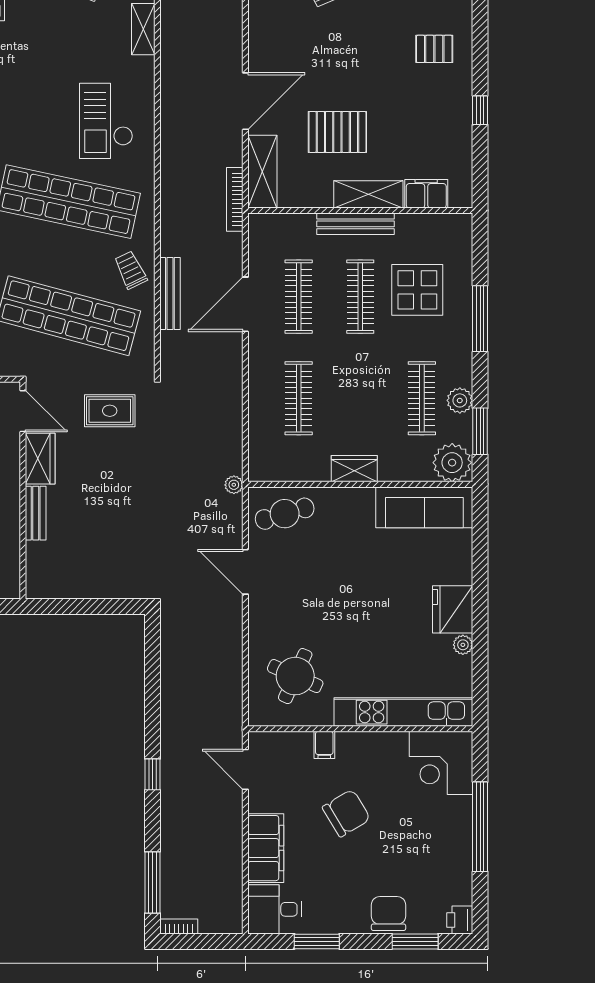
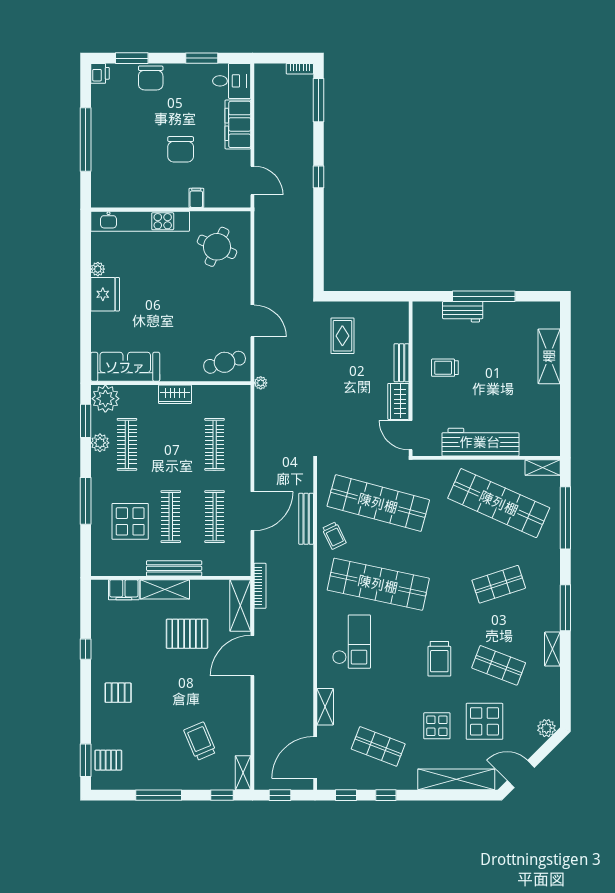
rug: (110, 411) -> (342, 336), moved, turned 90
corner desk: (441, 763) -> (113, 185), removed
chair: (346, 813) -> (181, 149), turned -59

